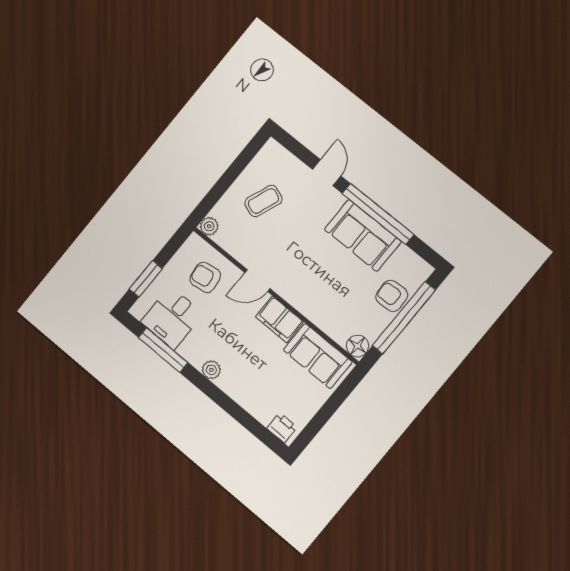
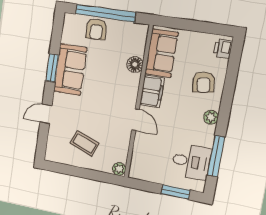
window: (378, 214) -> (52, 68), width x0.47
armchair: (205, 277) -> (203, 82), moved
floor lamp: (358, 346) -> (135, 64), moved

